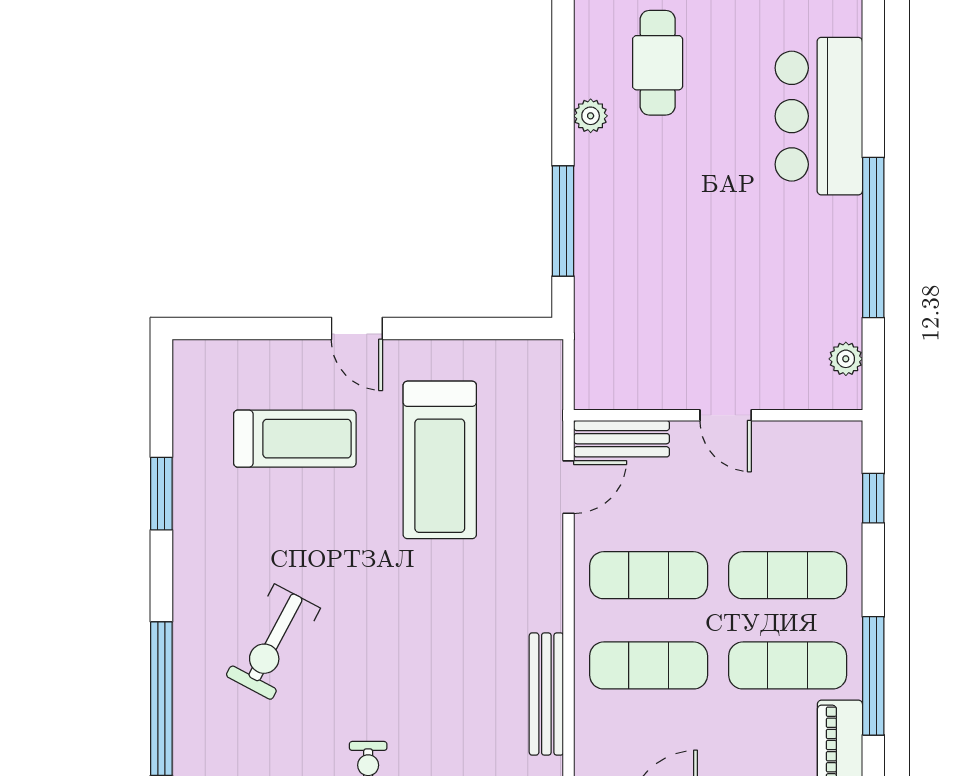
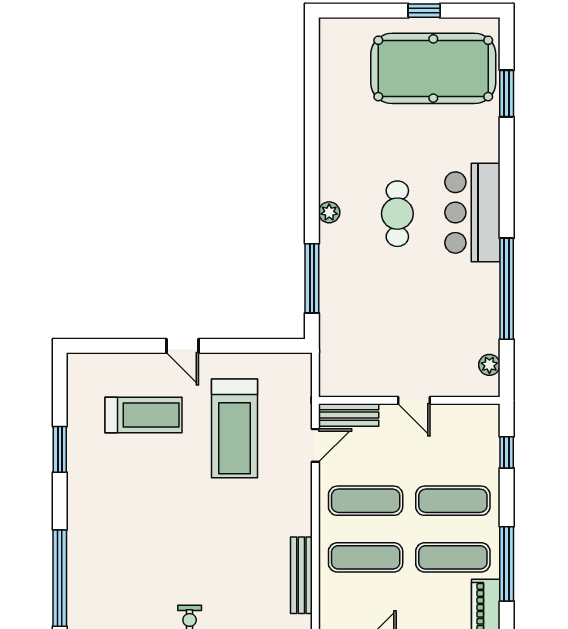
cafe table: (658, 63) -> (397, 214), moved
exercise bike: (273, 642) -> (130, 543), removed

